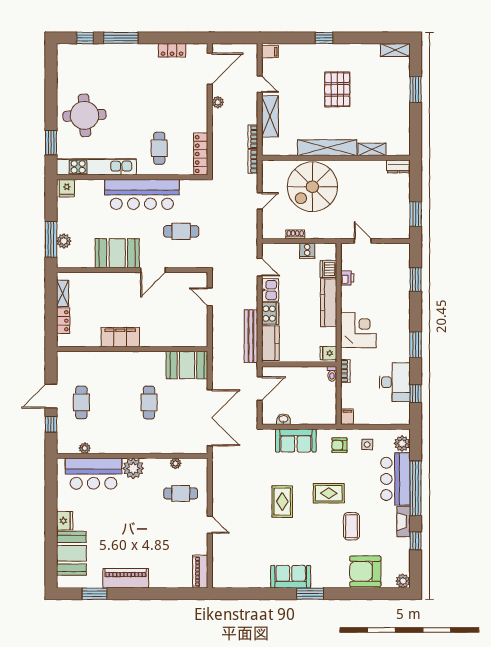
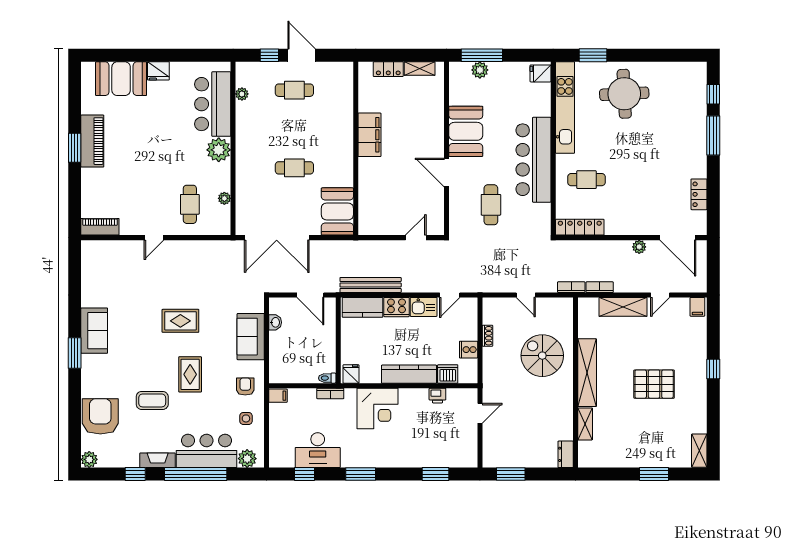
spiral stairs: (312, 187) -> (542, 356), width x0.73, depth x0.73
window: (95, 594) -> (75, 148), moved

